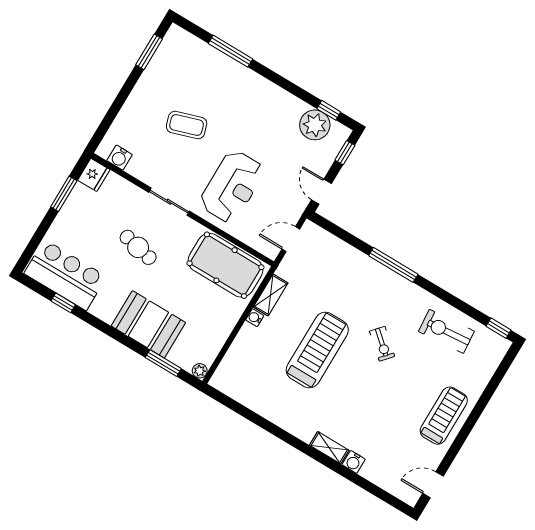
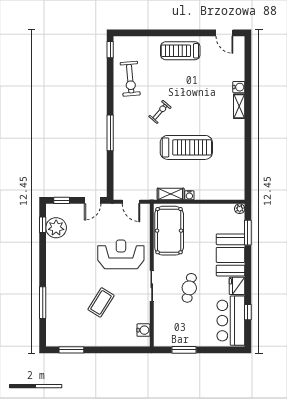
coffee table: (187, 125) -> (101, 302), turned 50
fridge: (94, 175) -> (237, 286), moved, turned -90
treadmill: (317, 350) -> (186, 147), turned 180

